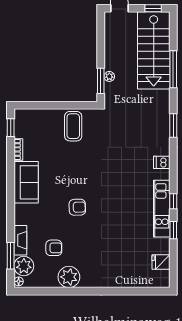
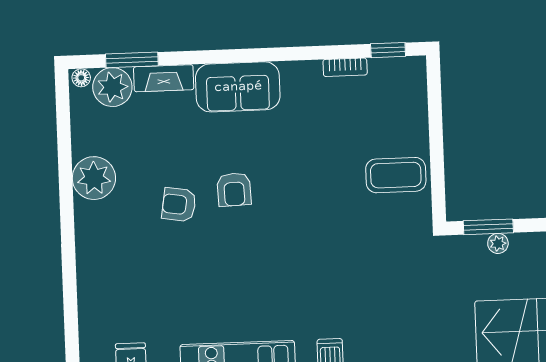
sofa: (26, 182) -> (238, 87), moved
armchair: (54, 248) -> (179, 205), moved, turned 99

